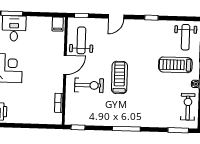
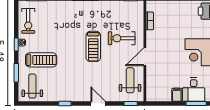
door: (116, 17) -> (98, 104), hinge flipped
filing cabinet: (58, 24) -> (177, 95), moved
weight bench: (81, 40) -> (130, 80), turned 180

